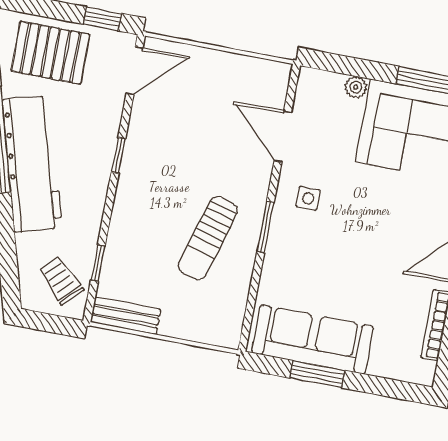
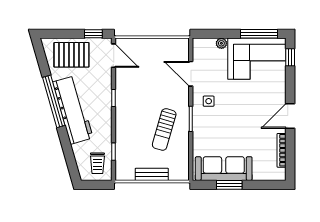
door: (135, 71) -> (114, 56), hinge flipped
trolley: (61, 280) -> (97, 163), turned -135
bench: (126, 316) -> (152, 174), moved

